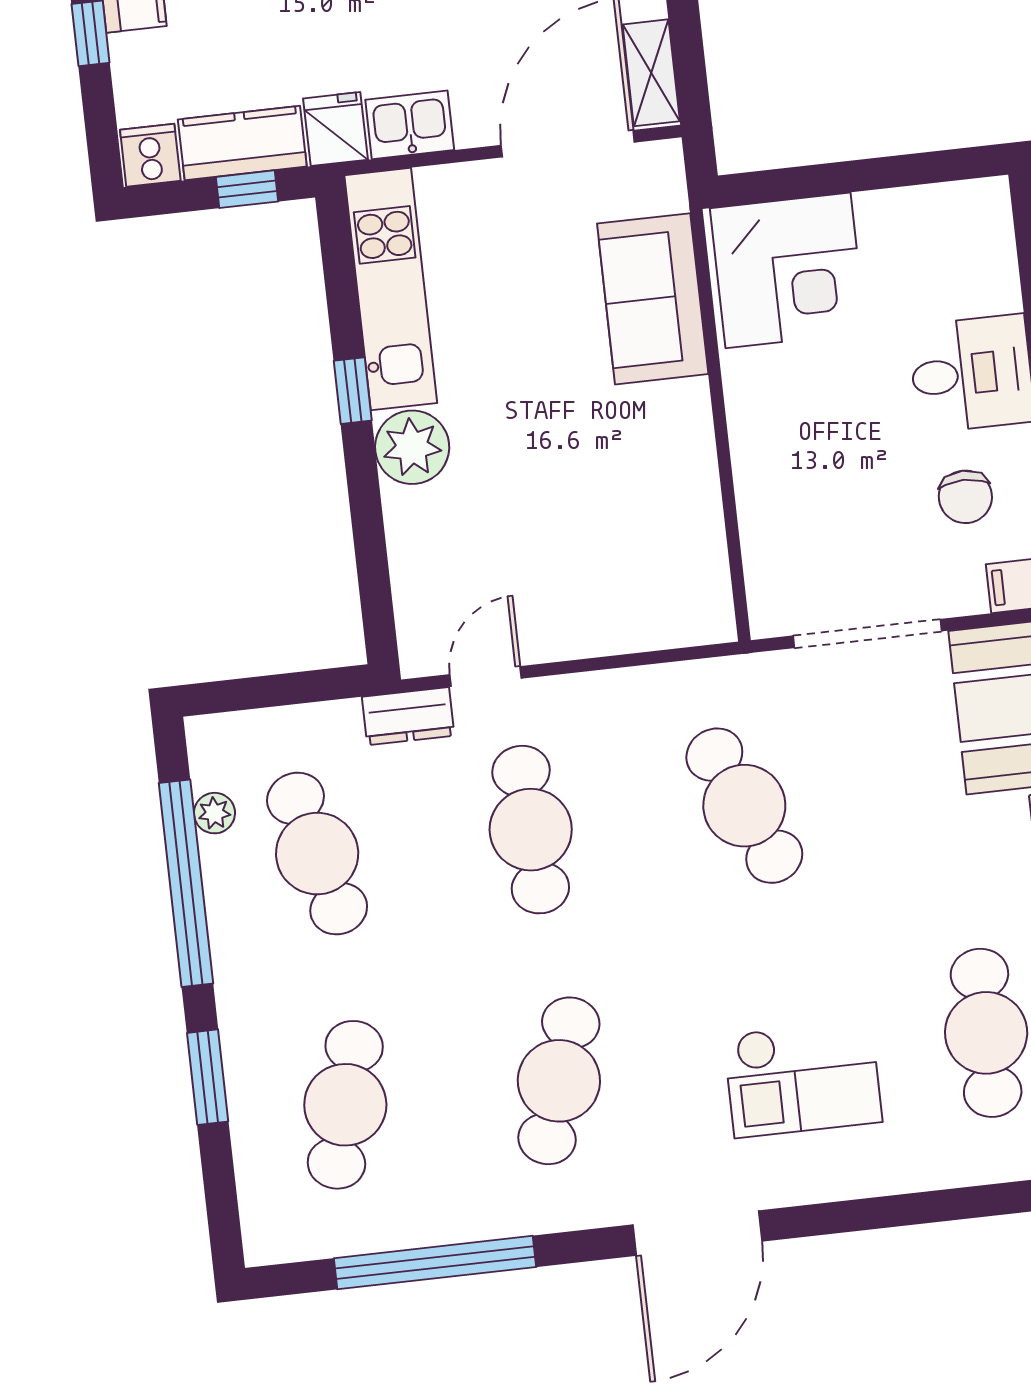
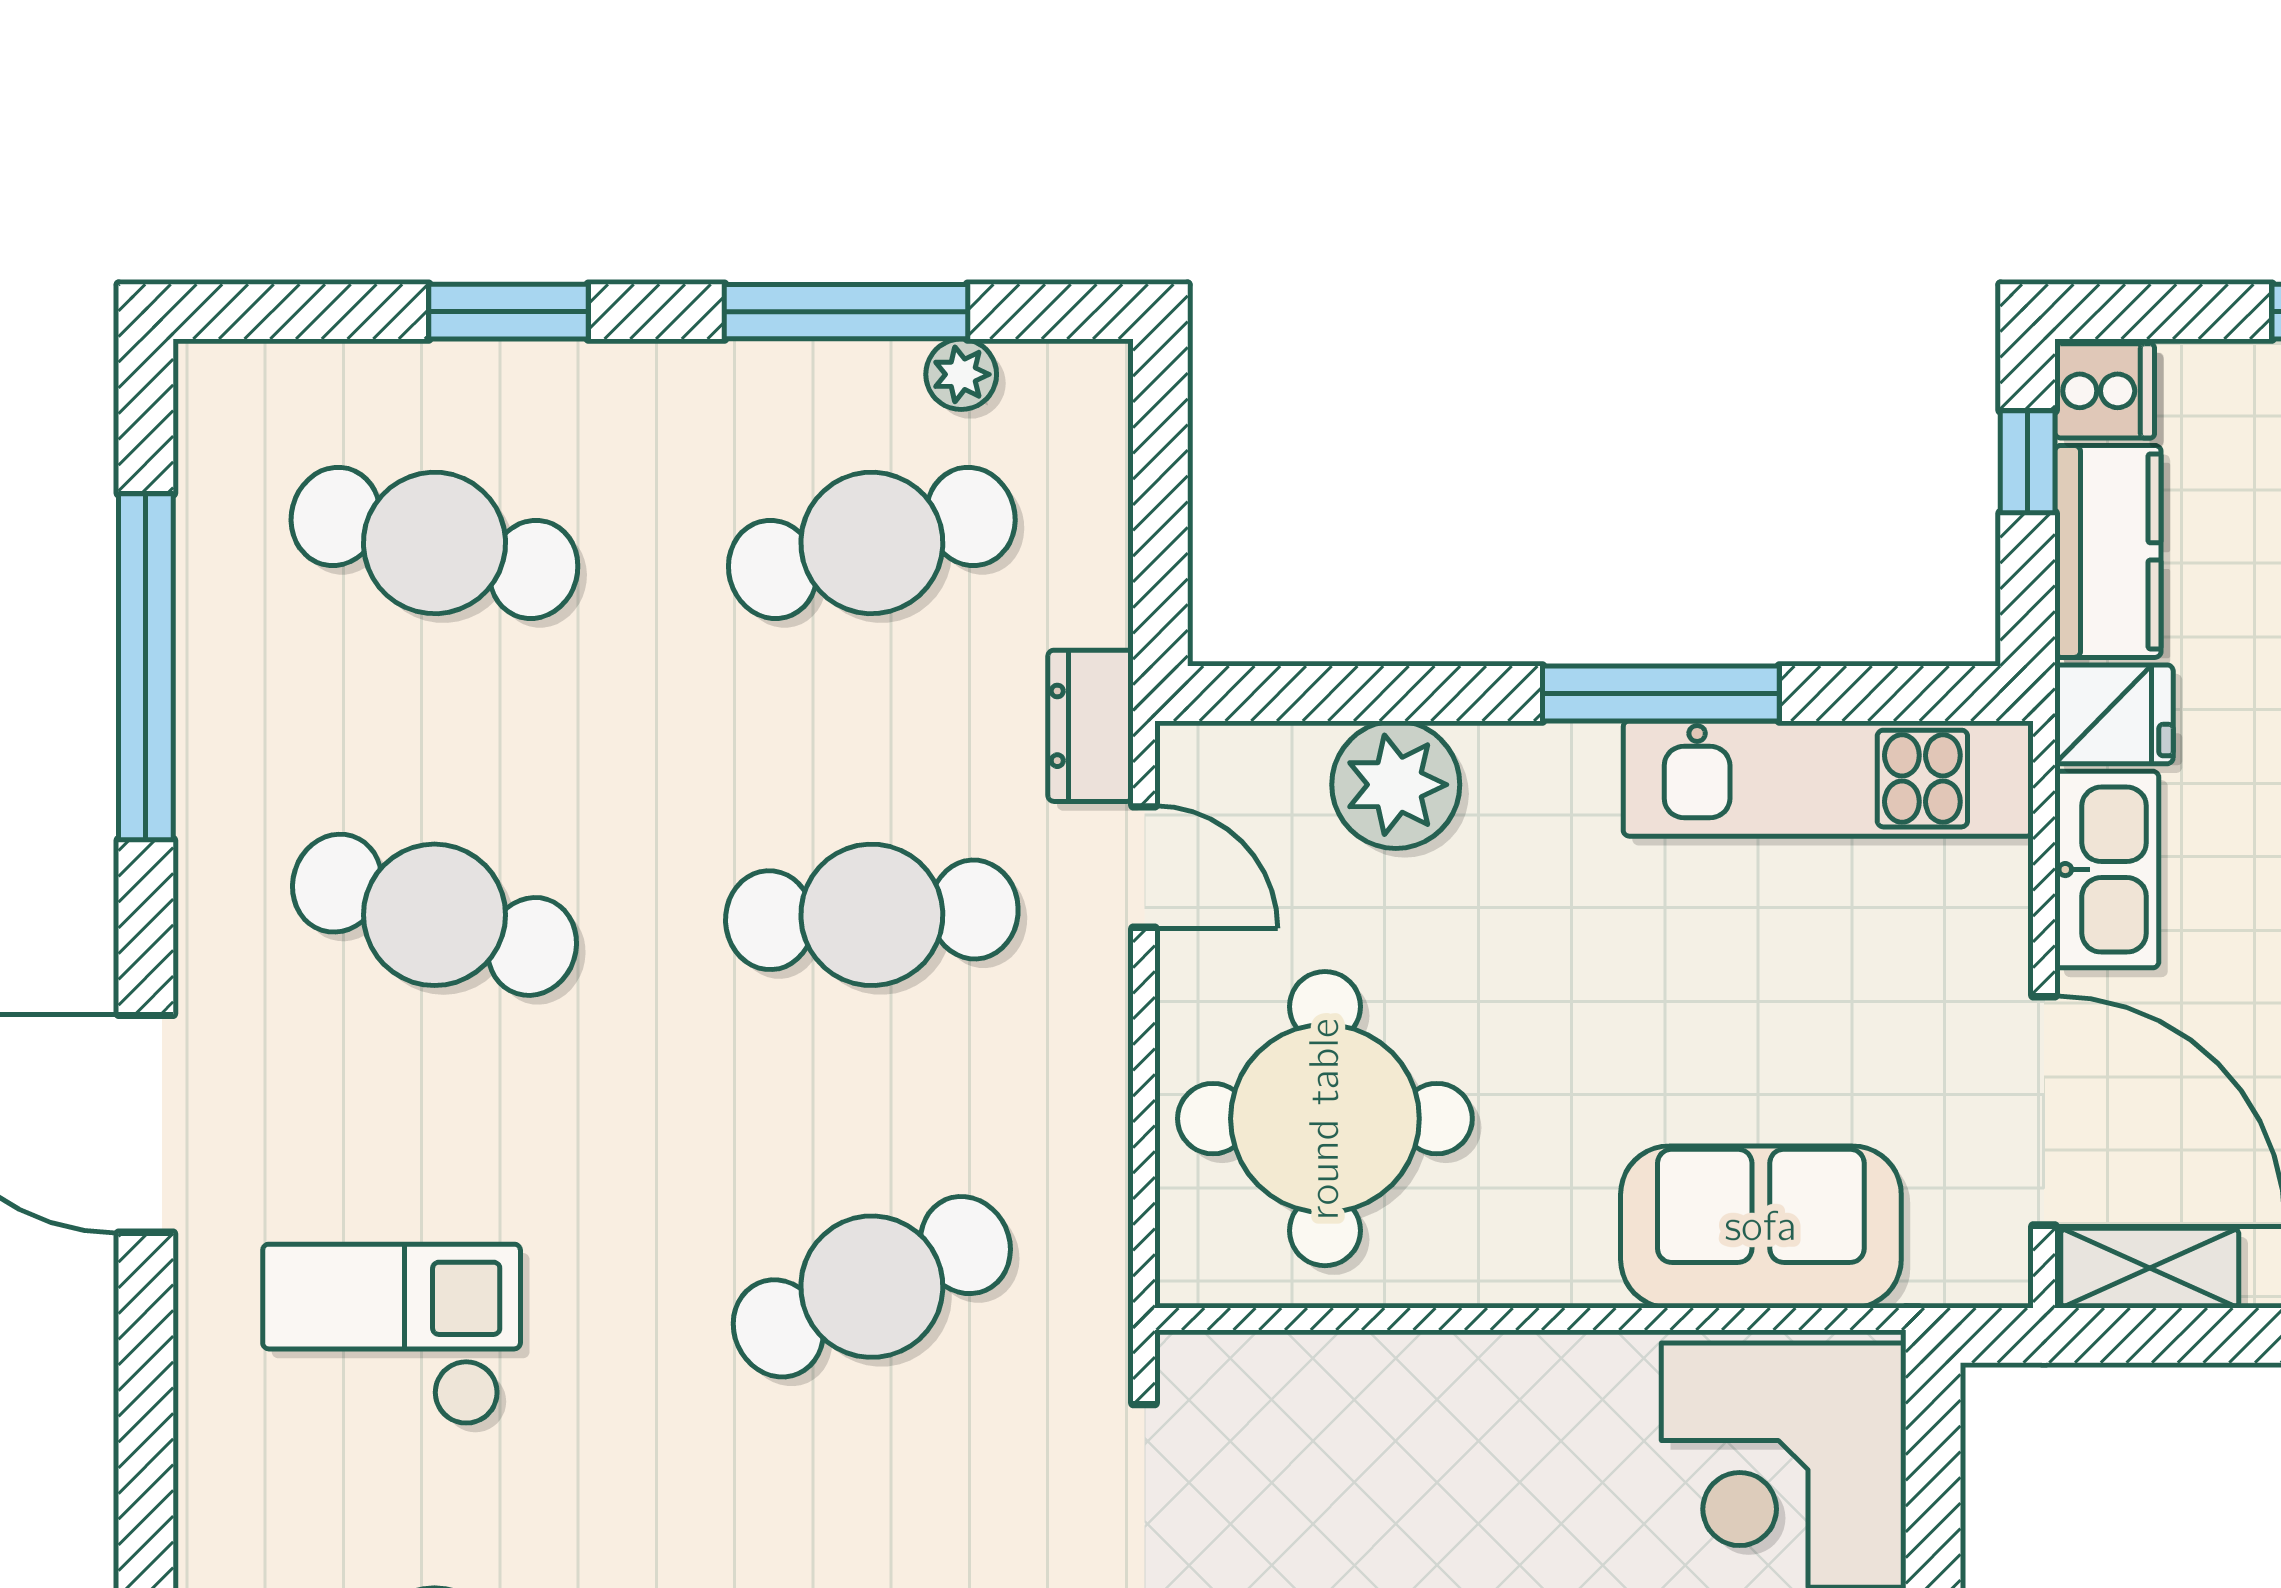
kitchen sink: (410, 125) -> (2107, 870), width x1.38
window: (247, 189) -> (2028, 462), moved
window: (353, 391) -> (1661, 694), width x2.17
plant: (412, 447) -> (1396, 785), moved
round table: (619, 556) -> (1325, 1119), added
window: (186, 883) -> (846, 312), width x0.68
checkout: (803, 1078) -> (392, 1335), turned 90

